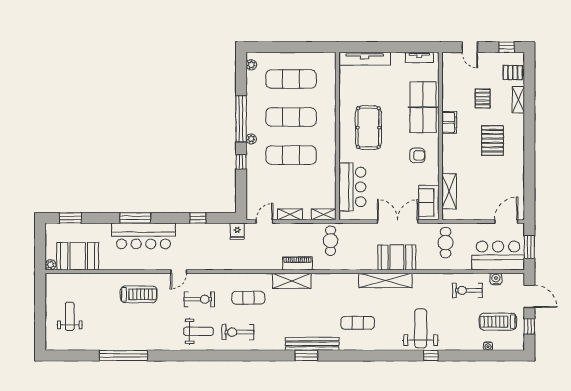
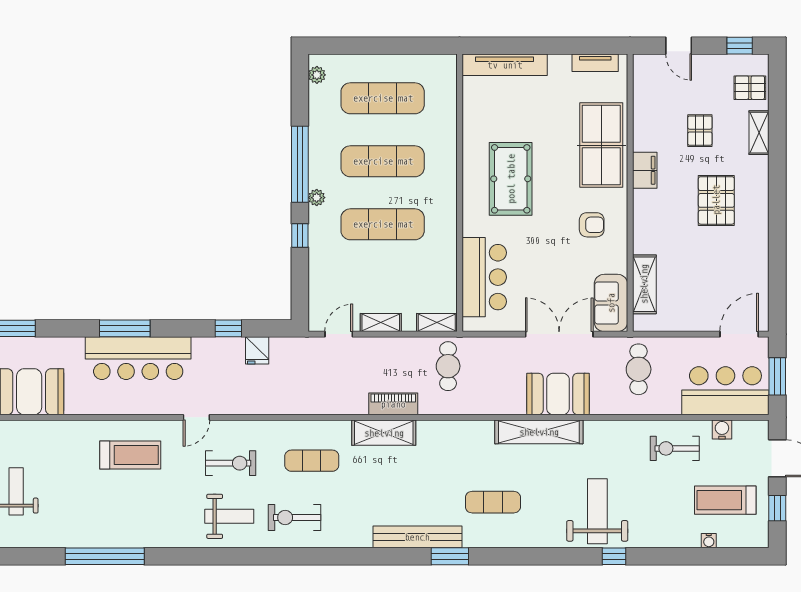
fridge: (237, 231) -> (257, 350), moved
window: (306, 355) -> (450, 556), moved

